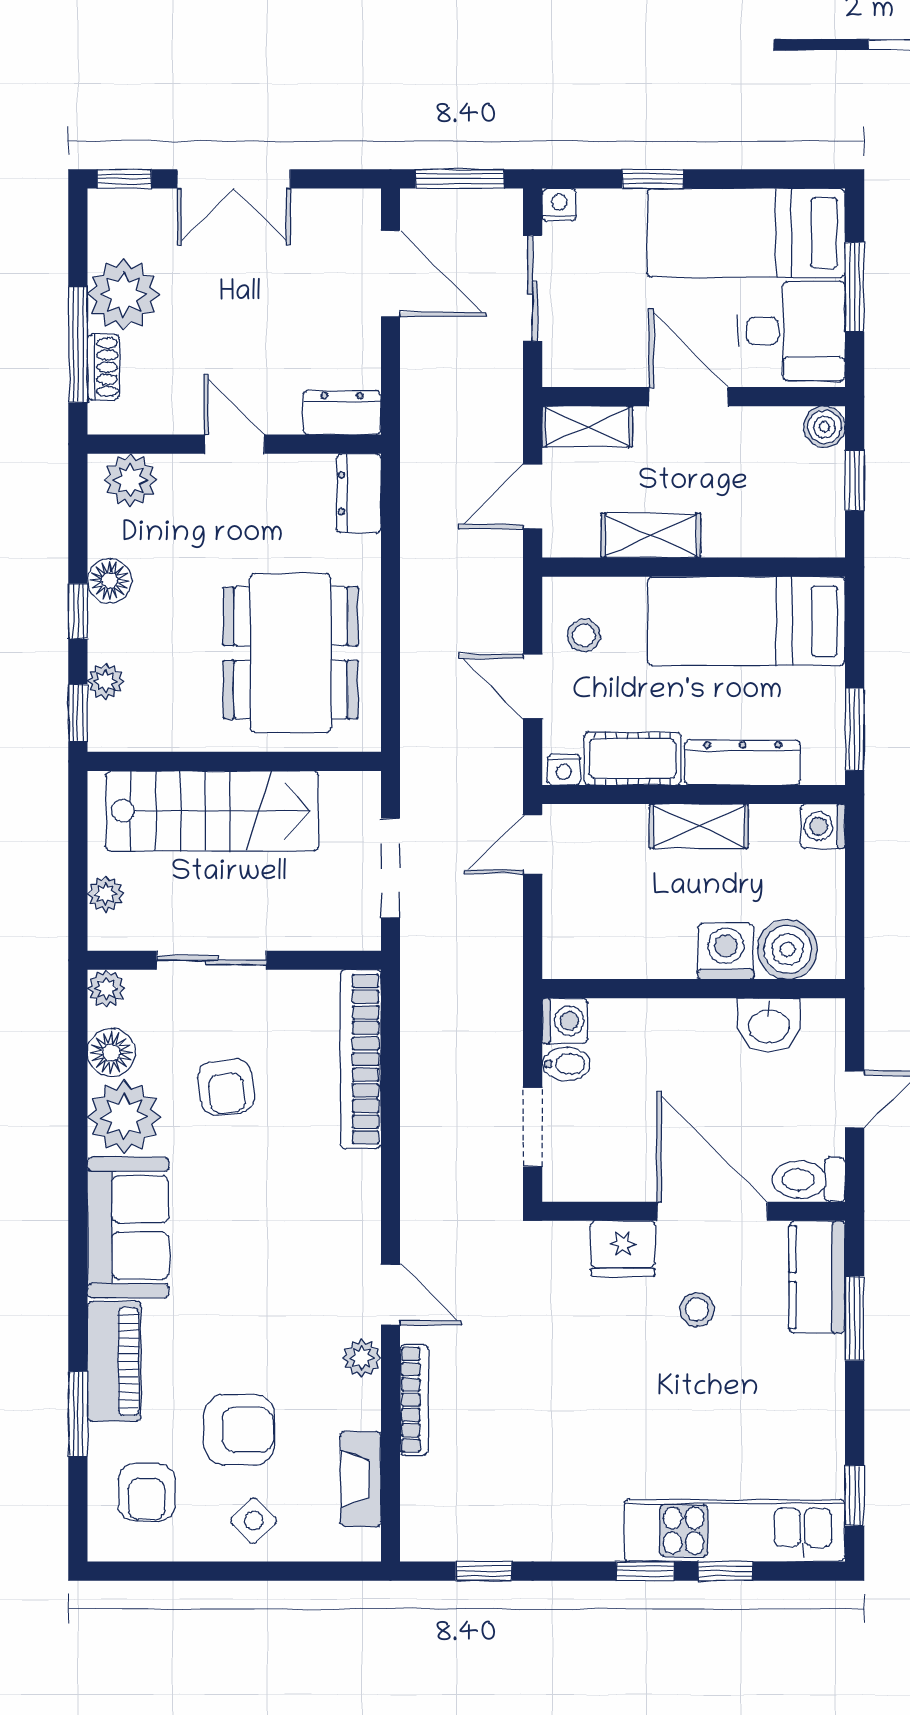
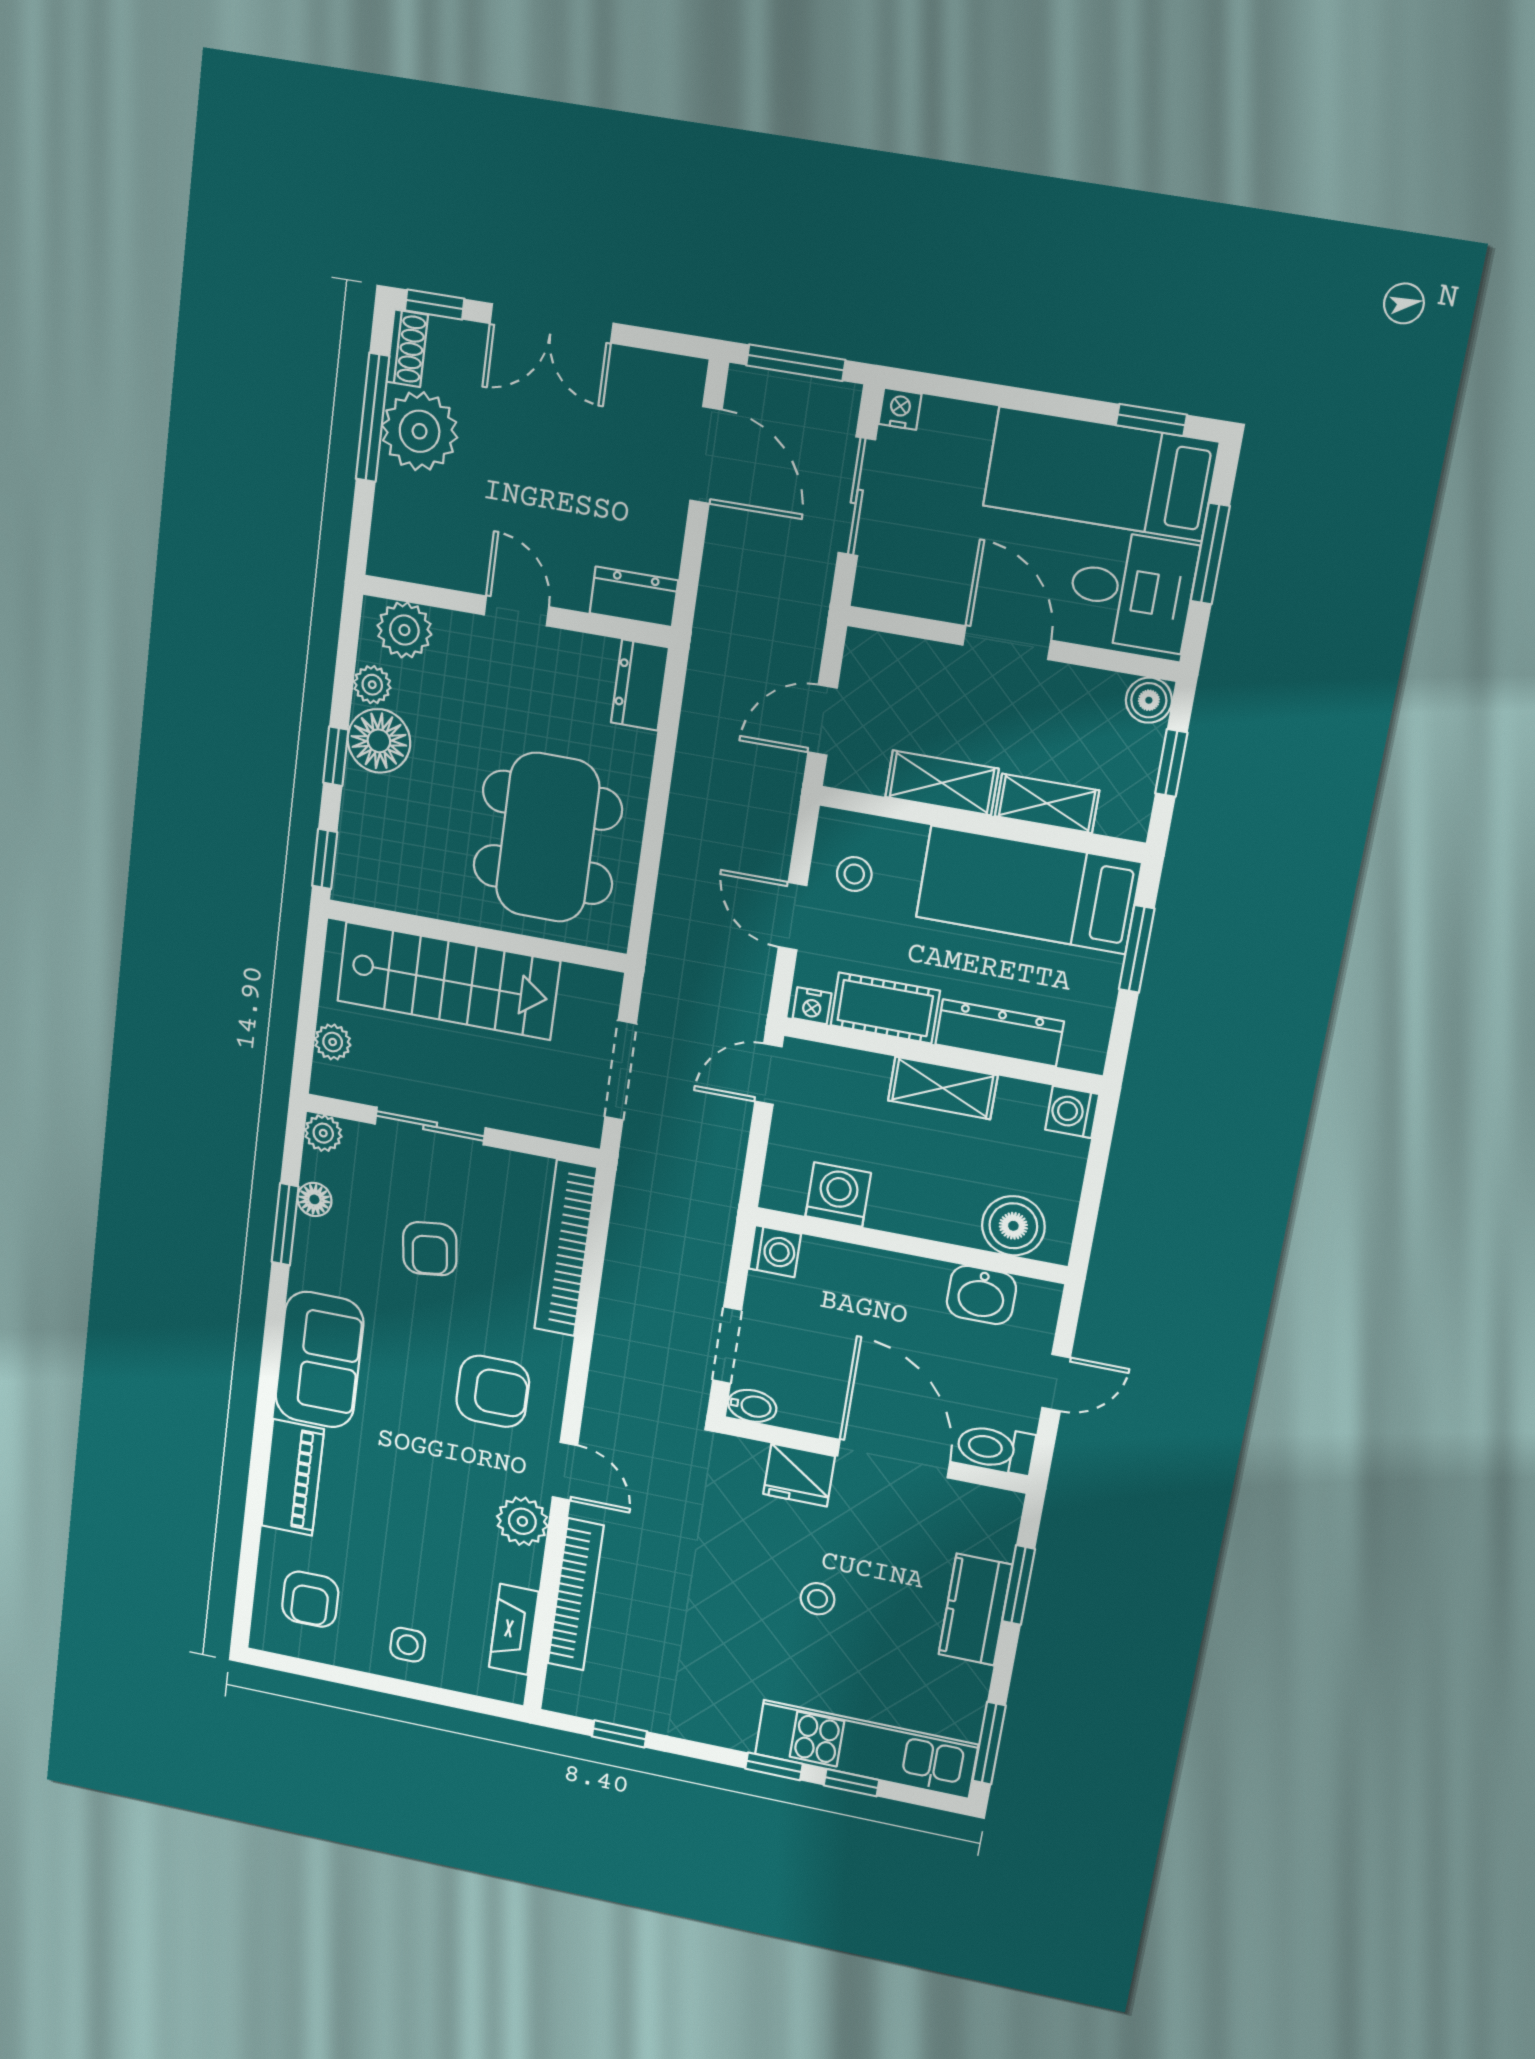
window: (653, 179) -> (1151, 420), moved
window: (78, 344) -> (372, 418), moved
shoe rack: (103, 367) -> (407, 348), moved
shelving: (587, 427) -> (1047, 803), moved
floor lamp: (110, 581) -> (379, 741), width x1.38, depth x1.38
plant: (105, 681) -> (372, 685), moved
window: (855, 729) -> (1137, 949), moved
washing machine: (726, 951) -> (838, 1195), moved
floor lamp: (111, 1053) -> (314, 1199), width x0.73, depth x0.73
bidet: (566, 1064) -> (752, 1406), moved
plant: (124, 1117) -> (327, 1257), removed
kitchen counter: (817, 1277) -> (975, 1610), moved
stool: (697, 1309) -> (818, 1599), moved
plant: (362, 1358) -> (522, 1521), width x1.38, depth x1.38
bookcase: (414, 1400) -> (576, 1595), width x1.48, depth x1.31
window: (78, 1414) -> (285, 1224), moved
armchair: (239, 1430) -> (493, 1391), moved
window: (855, 1496) -> (989, 1743), width x1.50
side table: (254, 1521) -> (408, 1645), turned 45

